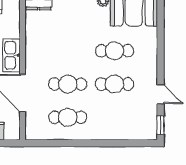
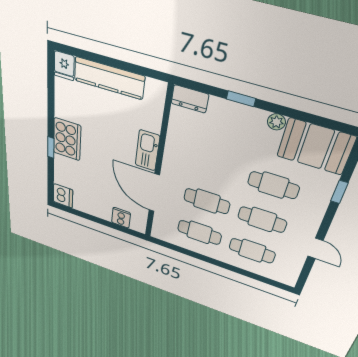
cafe table: (115, 117) -> (252, 251), added
window: (161, 125) -> (339, 192), moved

